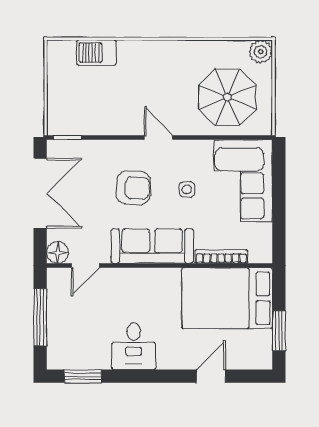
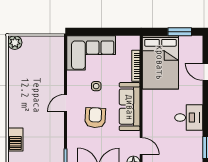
parasol: (227, 97) -> (42, 62), removed

